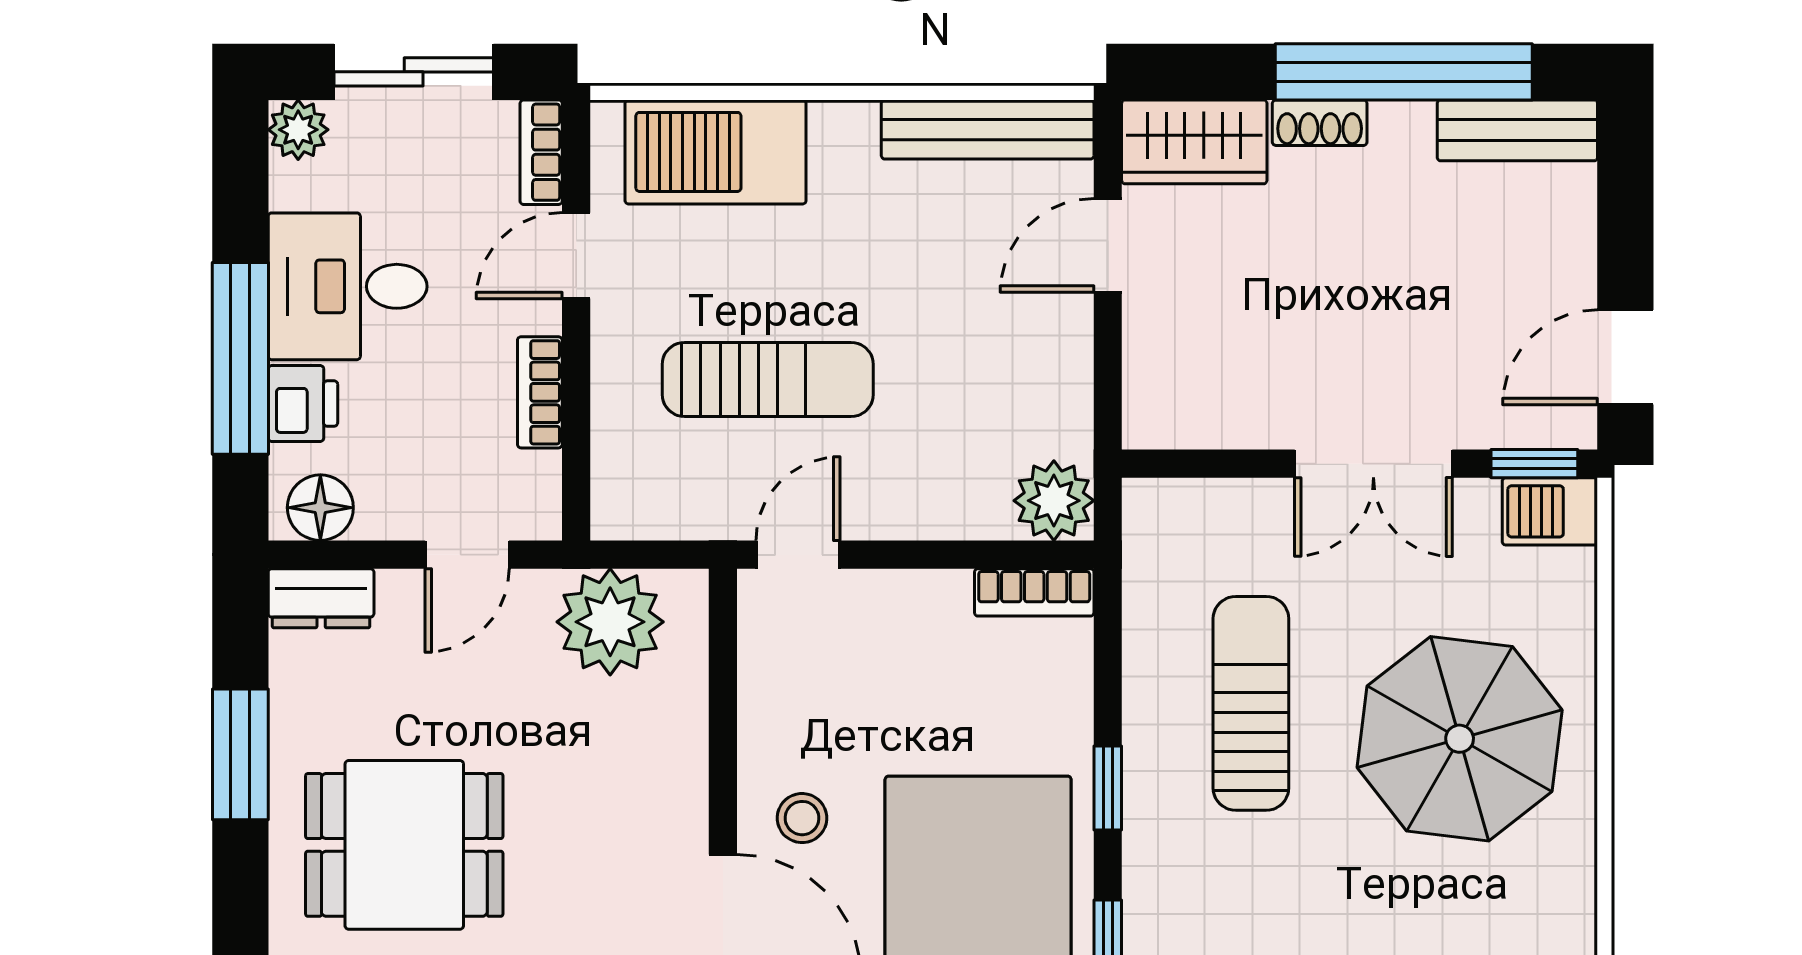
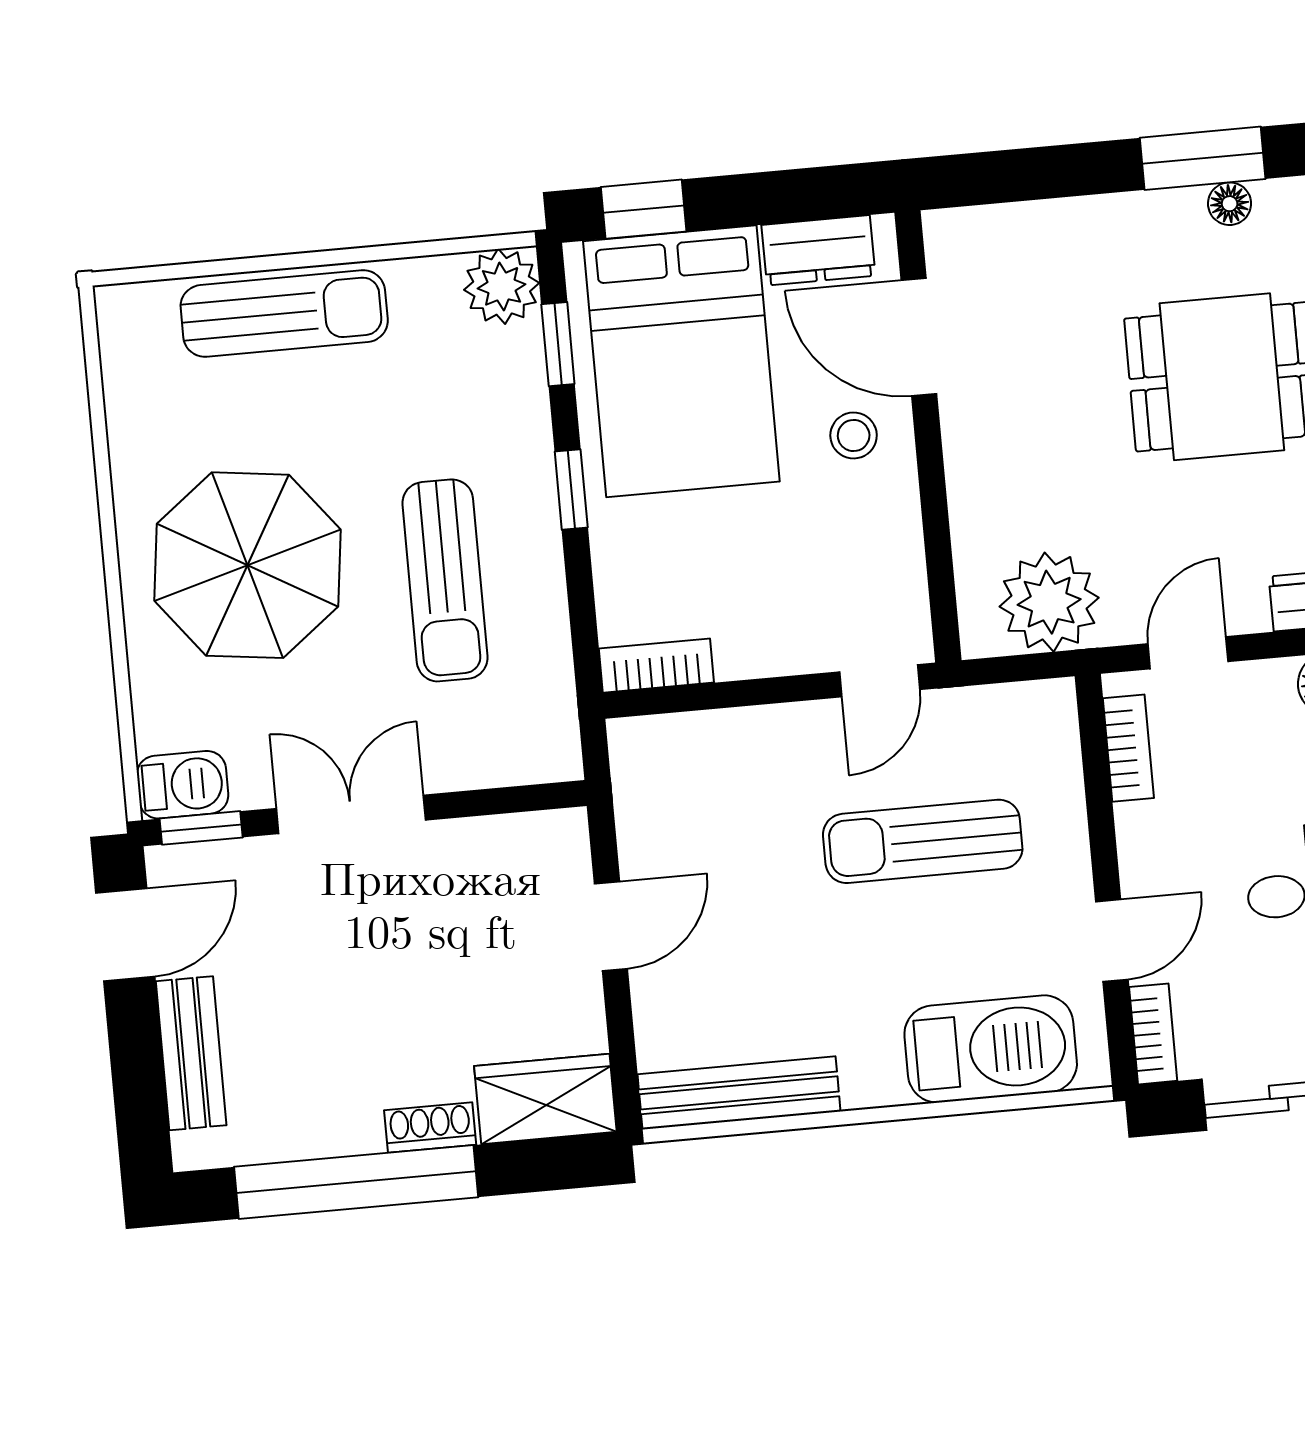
bench: (1517, 130) -> (191, 1053), moved, turned 90
door: (1108, 245) -> (611, 926), moved
bookcase: (540, 392) -> (1128, 748), moved
plant: (1054, 501) -> (646, 753), removed

